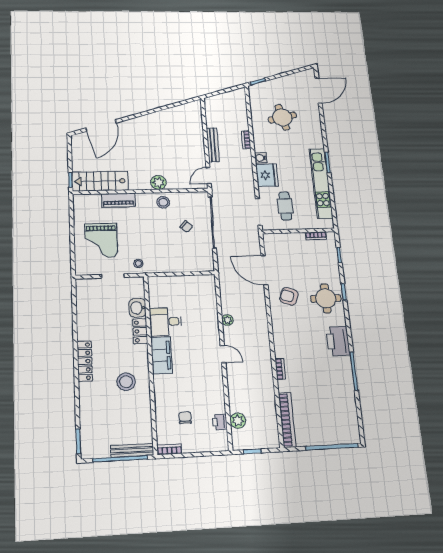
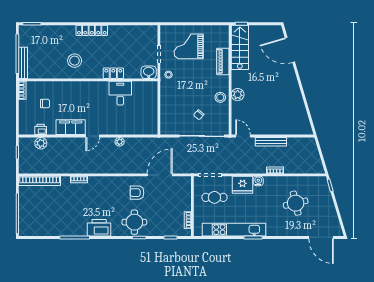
armchair: (289, 296) -> (137, 193), turned -110
washbasin: (138, 308) -> (149, 72), moved
filing cabinet: (162, 355) -> (71, 127), moved, turned 180

